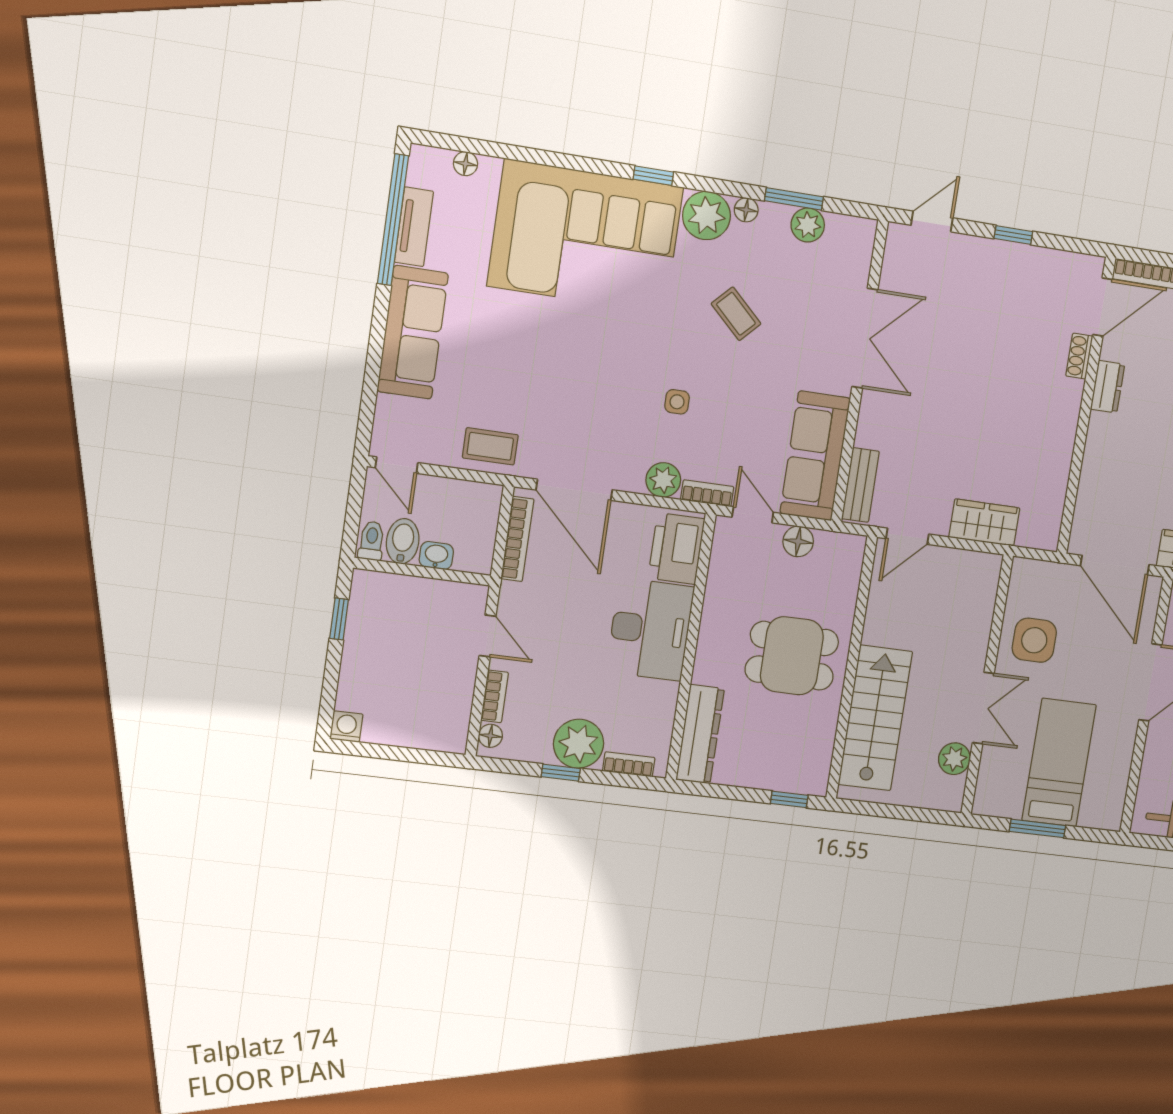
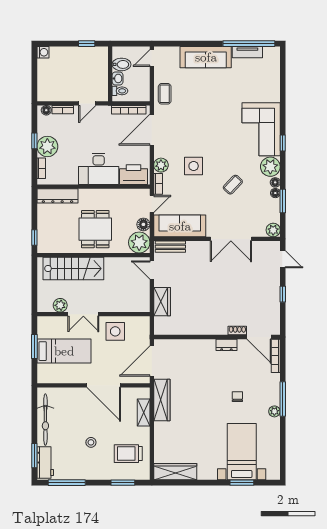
floor lamp: (465, 164) -> (275, 193), moved
plant: (808, 225) -> (273, 230), moved
corner sofa: (585, 237) -> (261, 129), width x0.73, depth x0.74
side table: (677, 402) -> (194, 166), width x1.87, depth x1.87
toilet: (371, 541) -> (120, 91), moved
plant: (839, 557) -> (139, 242), added

